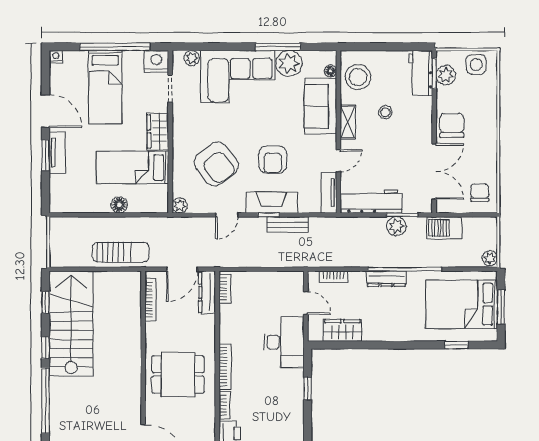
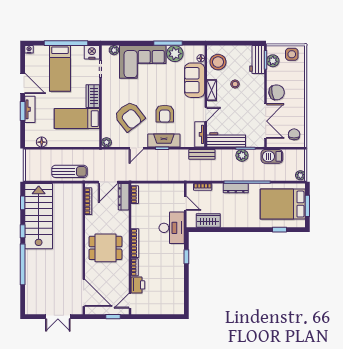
chair: (452, 126) -> (277, 92), turned 80
floor lamp: (119, 205) -> (42, 142), moved
bench: (288, 225) -> (202, 154), moved

